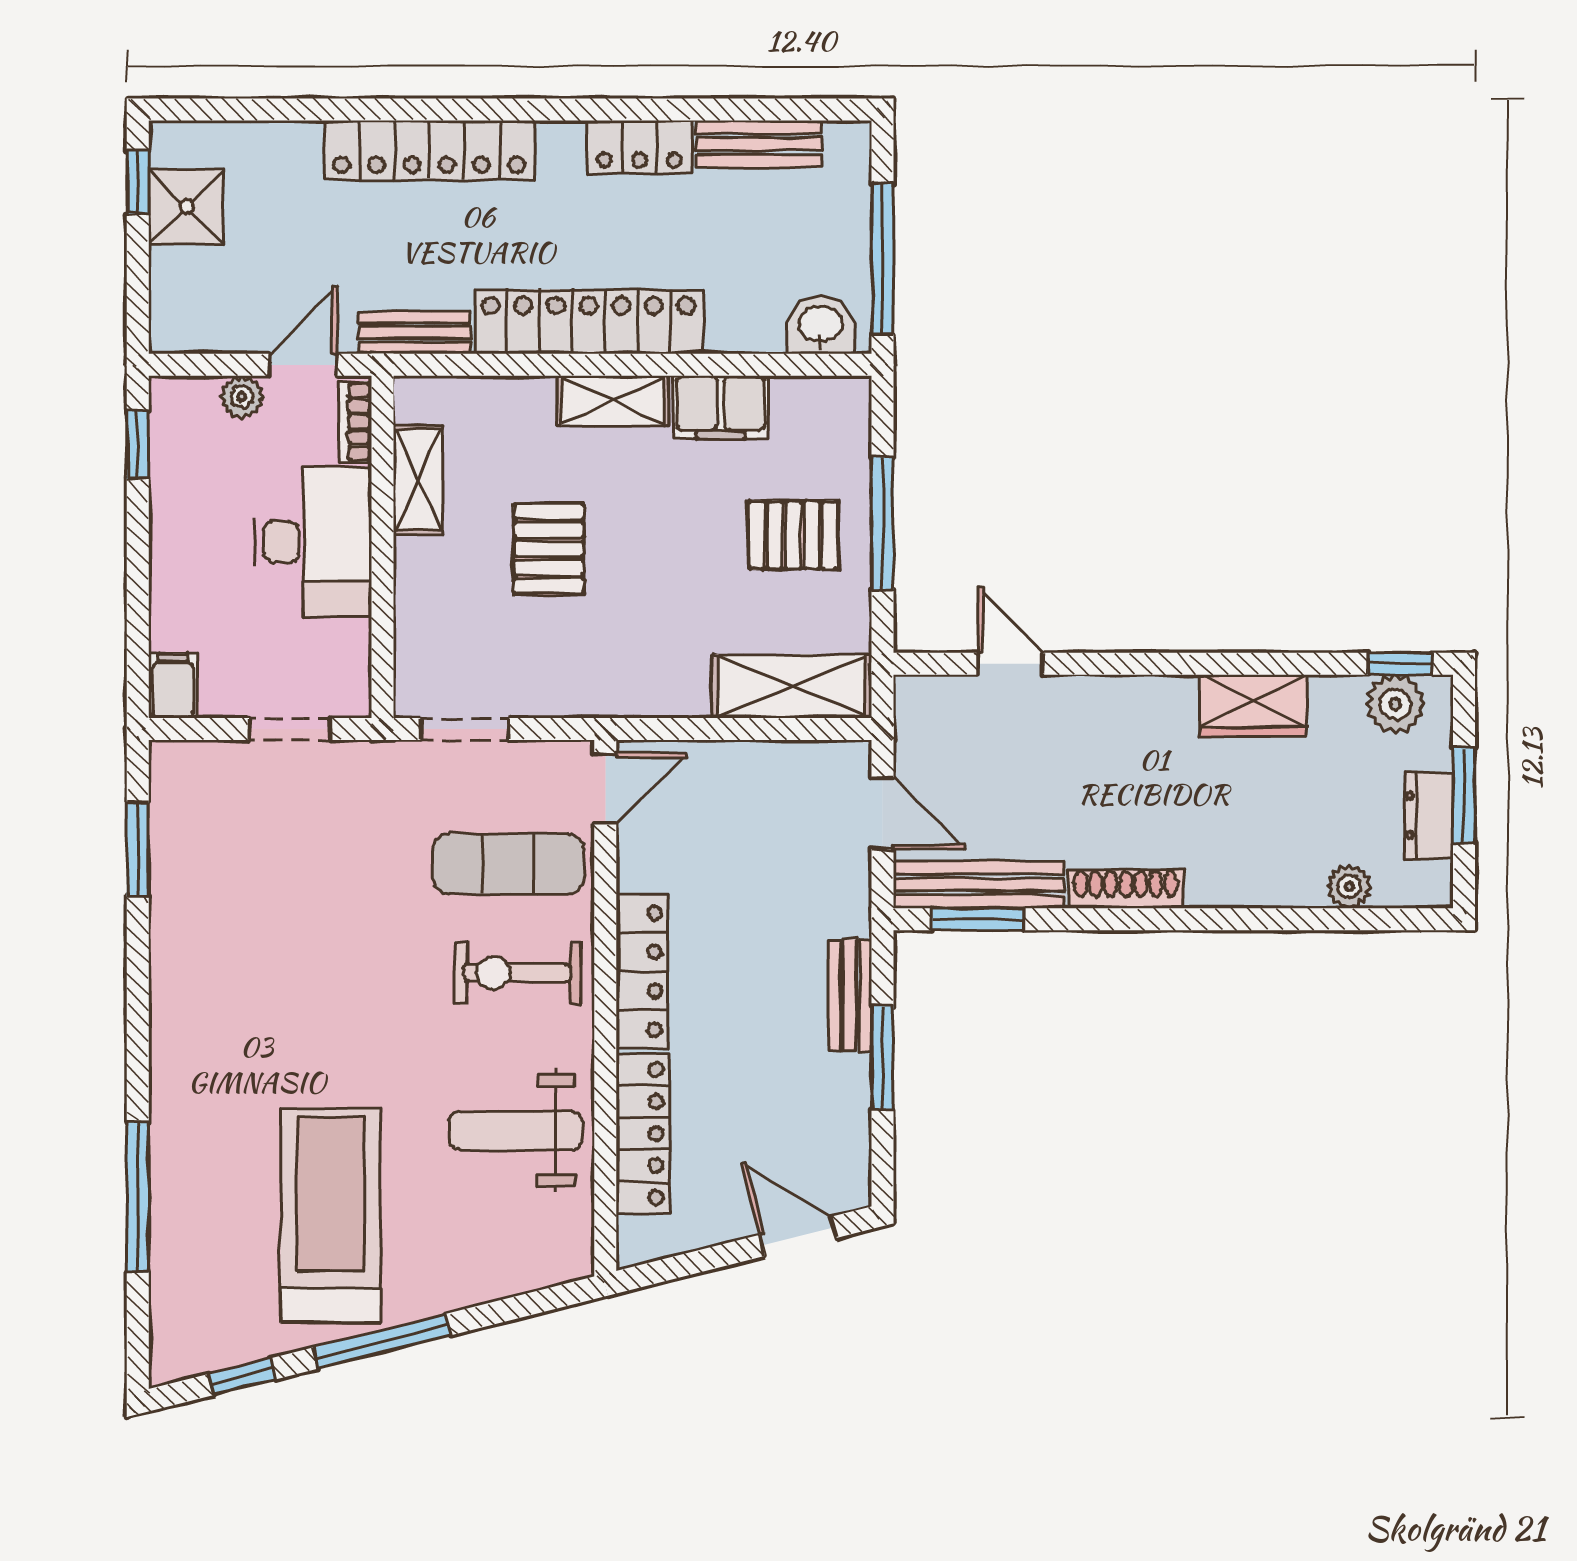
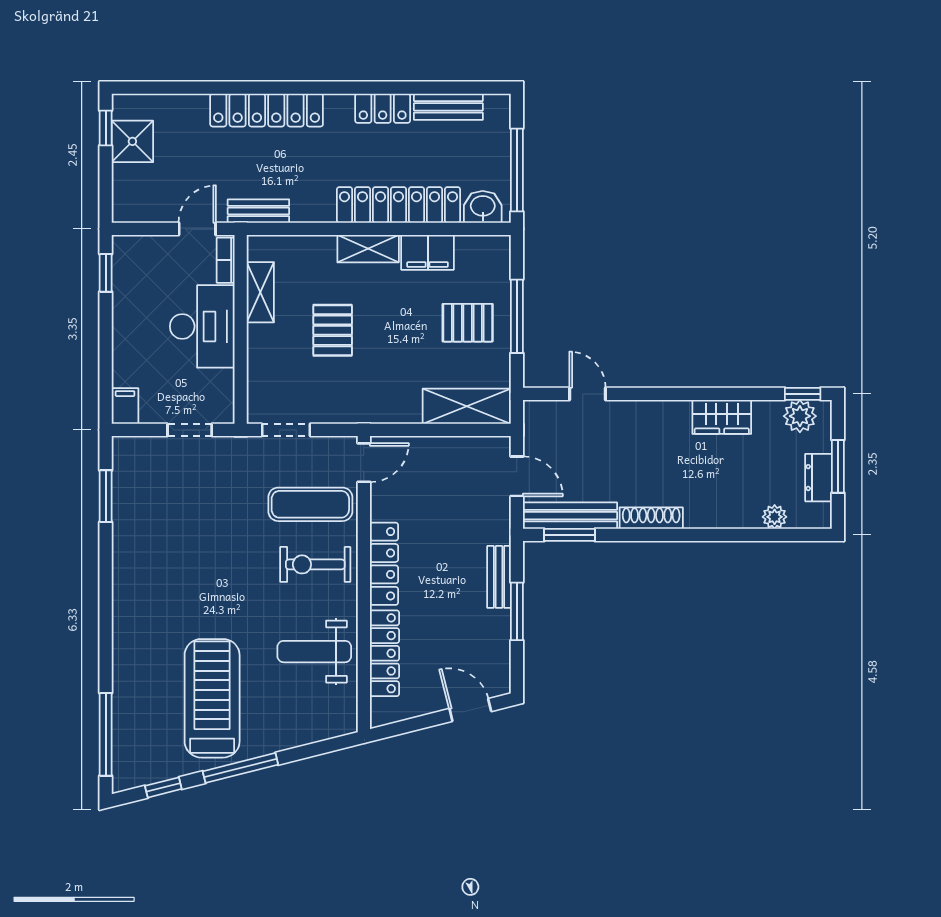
locker: (589, 322) -> (398, 205), moved
plant: (242, 397) -> (163, 246), removed
window: (138, 1197) -> (106, 734), moved

